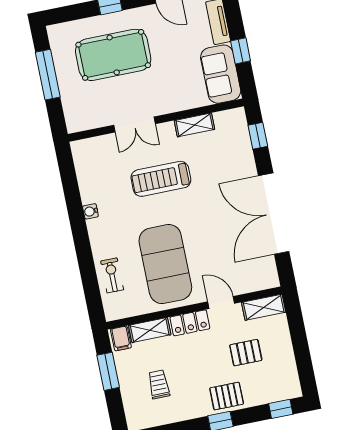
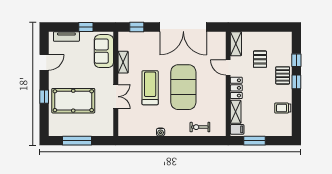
pool table: (113, 55) -> (73, 101), turned 90
sofa: (221, 74) -> (104, 51), moved, turned 90
treadmill: (161, 179) -> (150, 88), turned 180
exercise mat: (165, 264) -> (183, 87), moved, turned 90
door: (221, 302) -> (228, 68), hinge flipped
trolley: (159, 384) -> (283, 108), moved
window: (281, 409) -> (296, 60), moved

